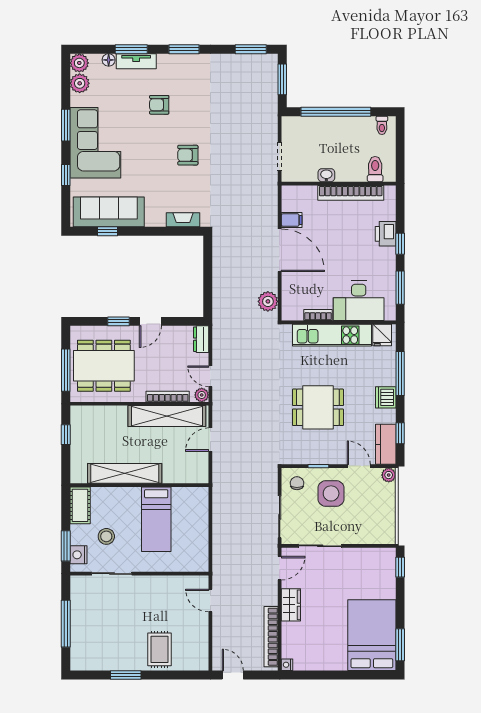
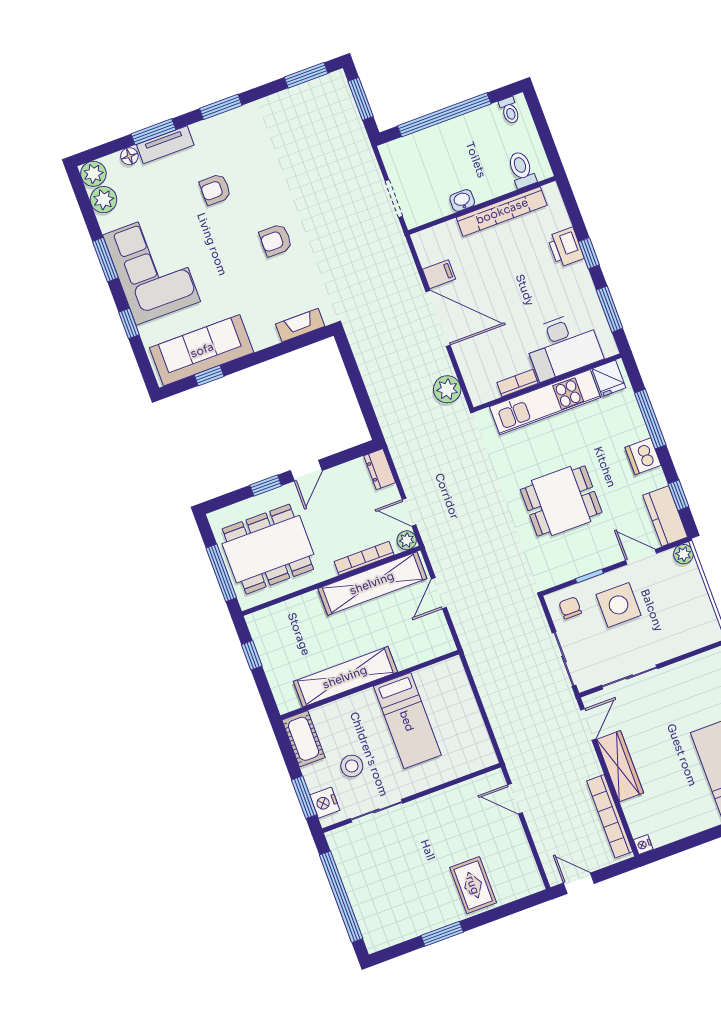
wardrobe: (291, 605) -> (620, 766), width x1.50
window: (66, 624) -> (341, 897), width x1.46

